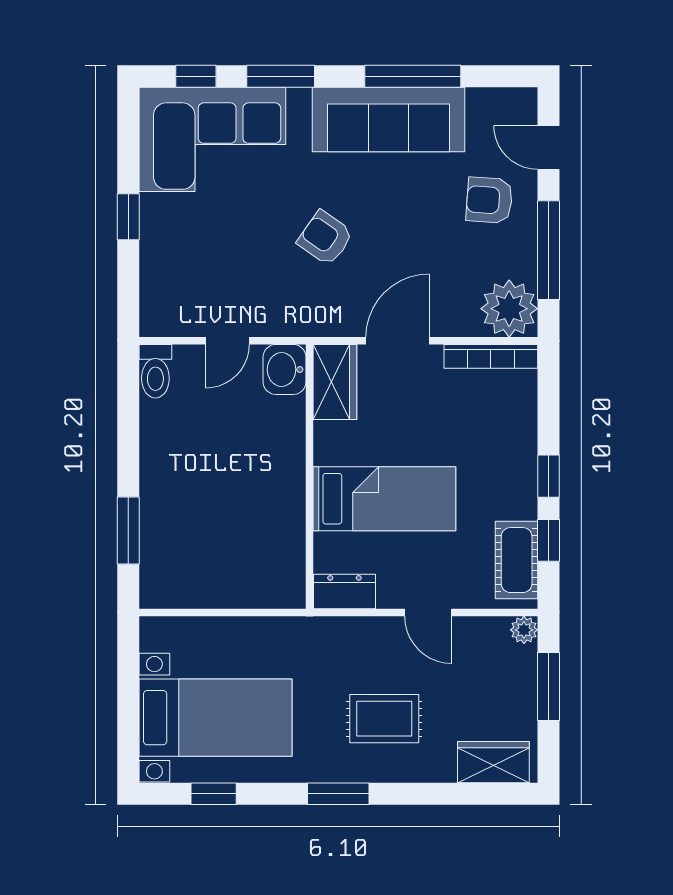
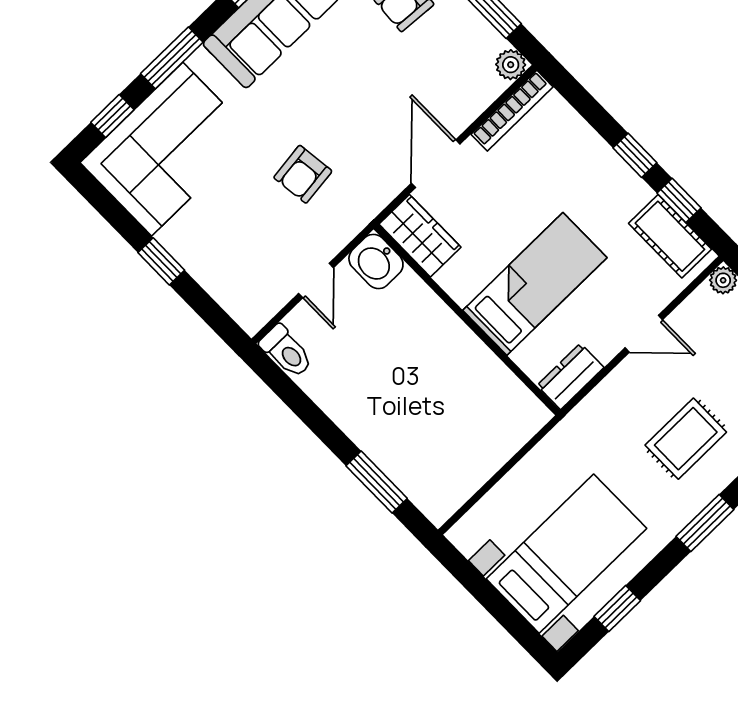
armchair: (325, 238) -> (303, 174), moved, turned -42
plant: (509, 309) -> (511, 65), width x0.53, depth x0.53

